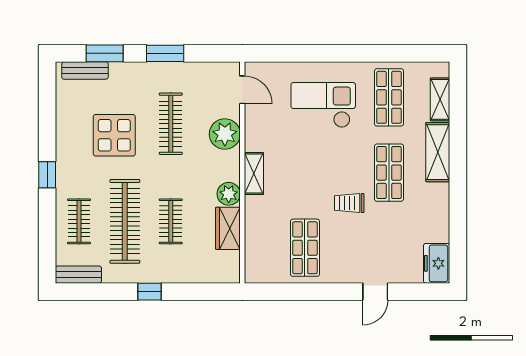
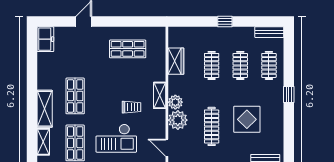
plant: (229, 194) -> (175, 102), moved
trolley: (349, 203) -> (131, 107), moved
clothes rail: (125, 221) -> (240, 65), width x0.54, depth x0.76
shop shelf: (305, 248) -> (128, 49), turned 90

